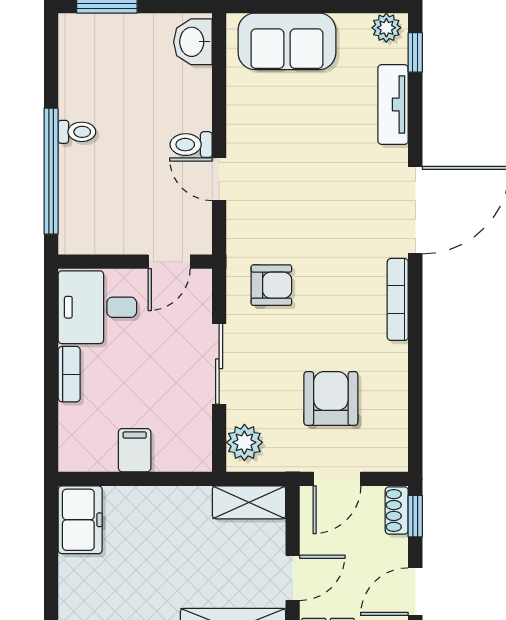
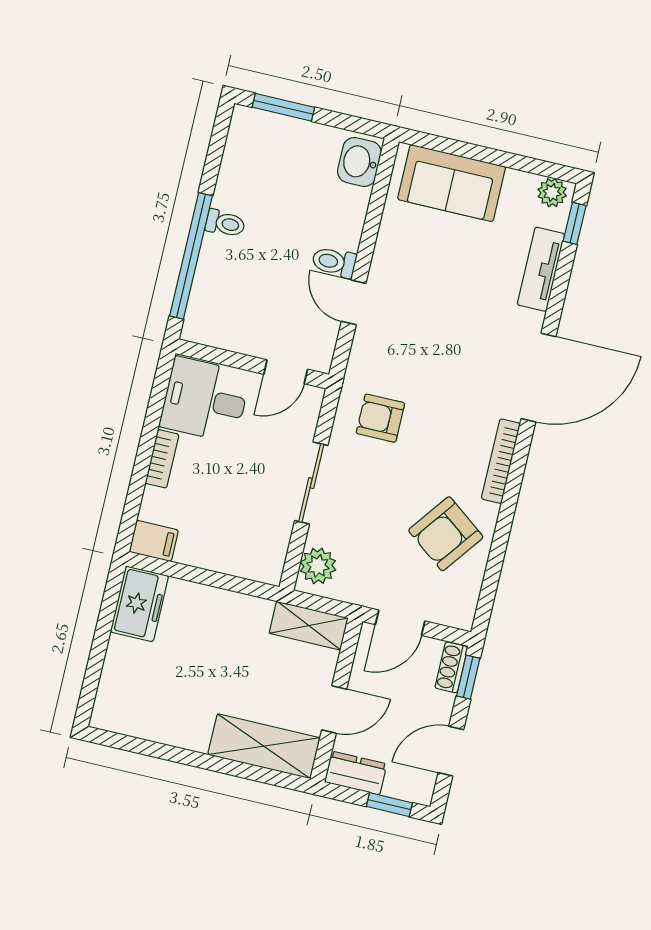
armchair: (271, 285) -> (380, 418), turned 180
armchair: (331, 398) -> (446, 534), moved, turned -143
filing cabinet: (135, 450) -> (154, 541), moved, turned 90

